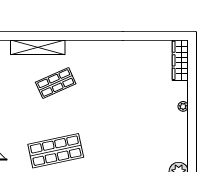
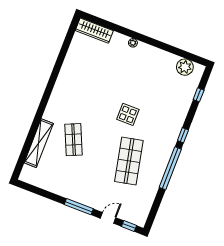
display table: (105, 130) -> (128, 114), added

